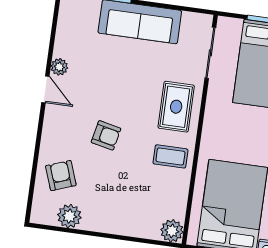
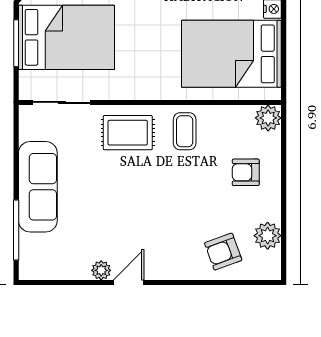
armchair: (106, 135) -> (246, 172), moved, turned -102

